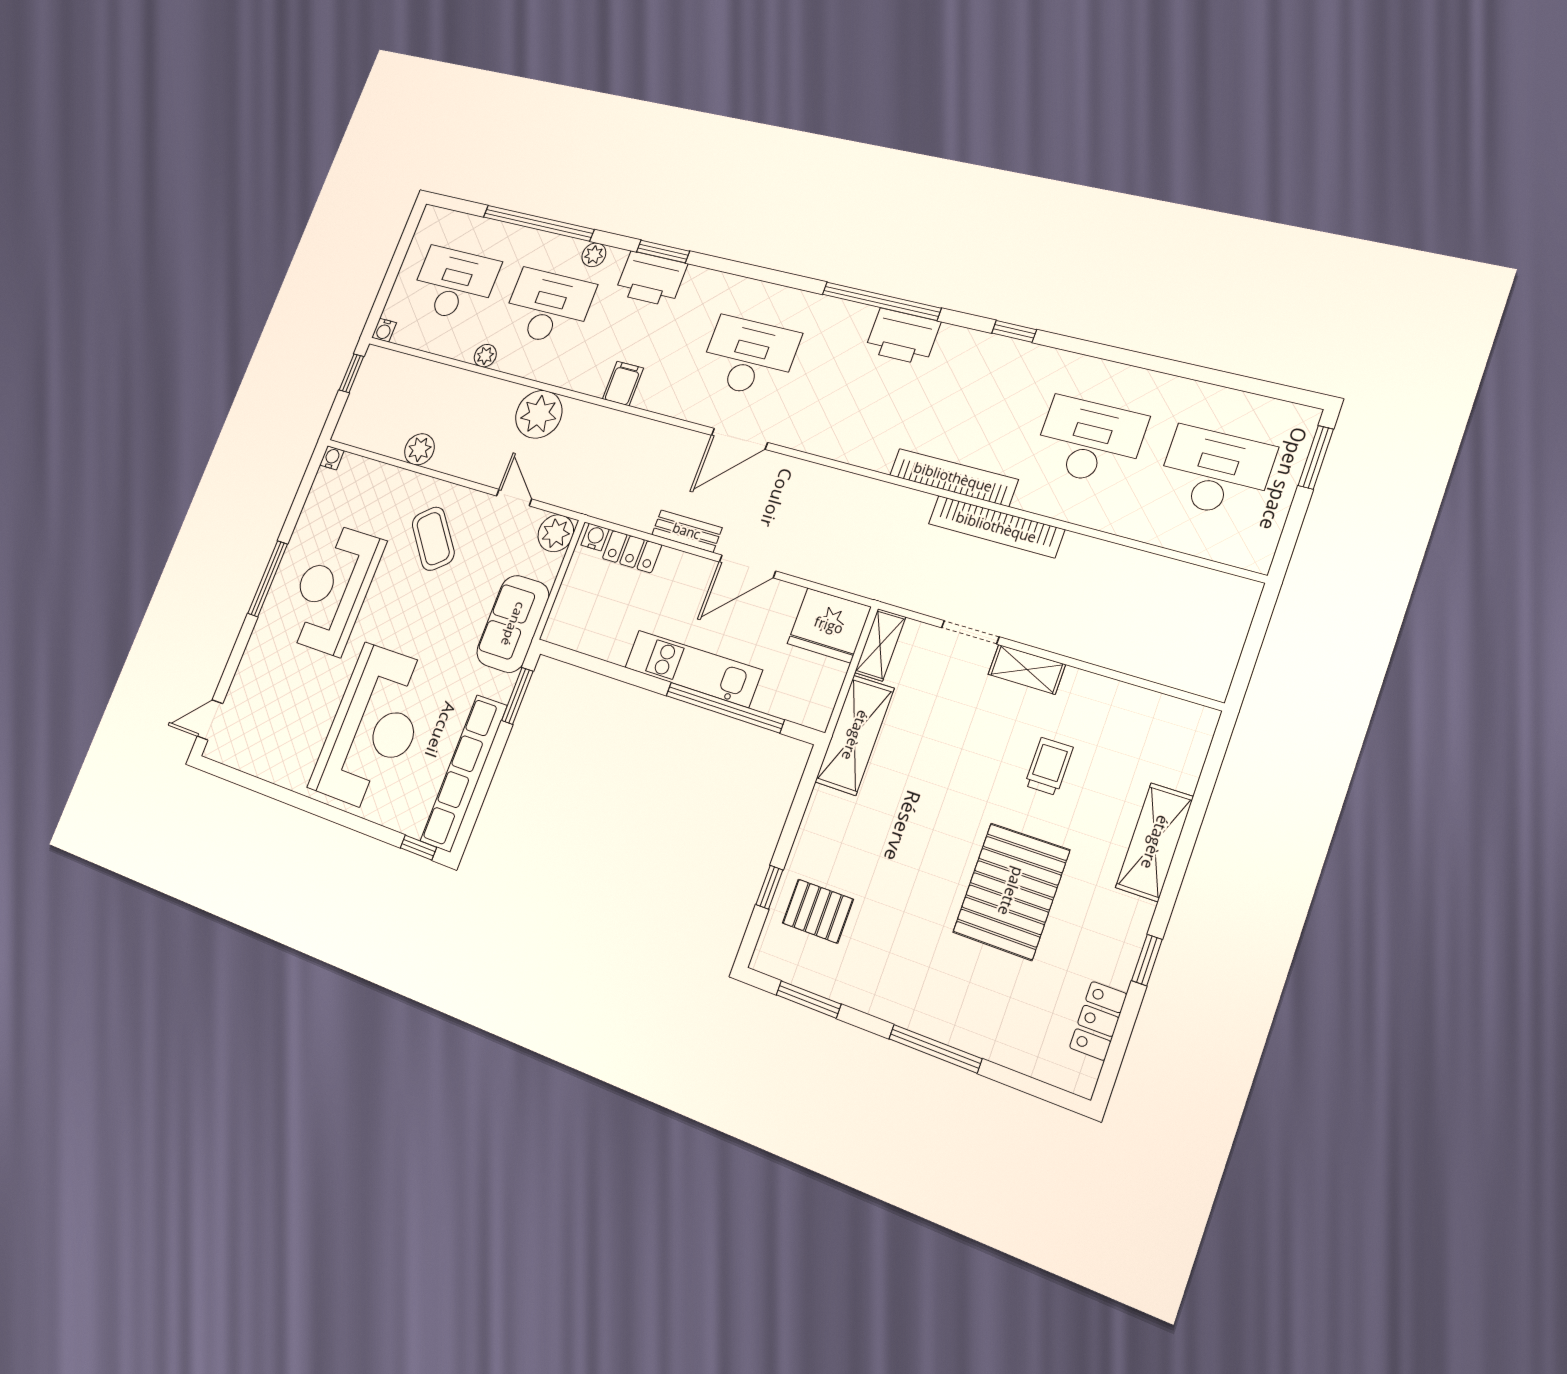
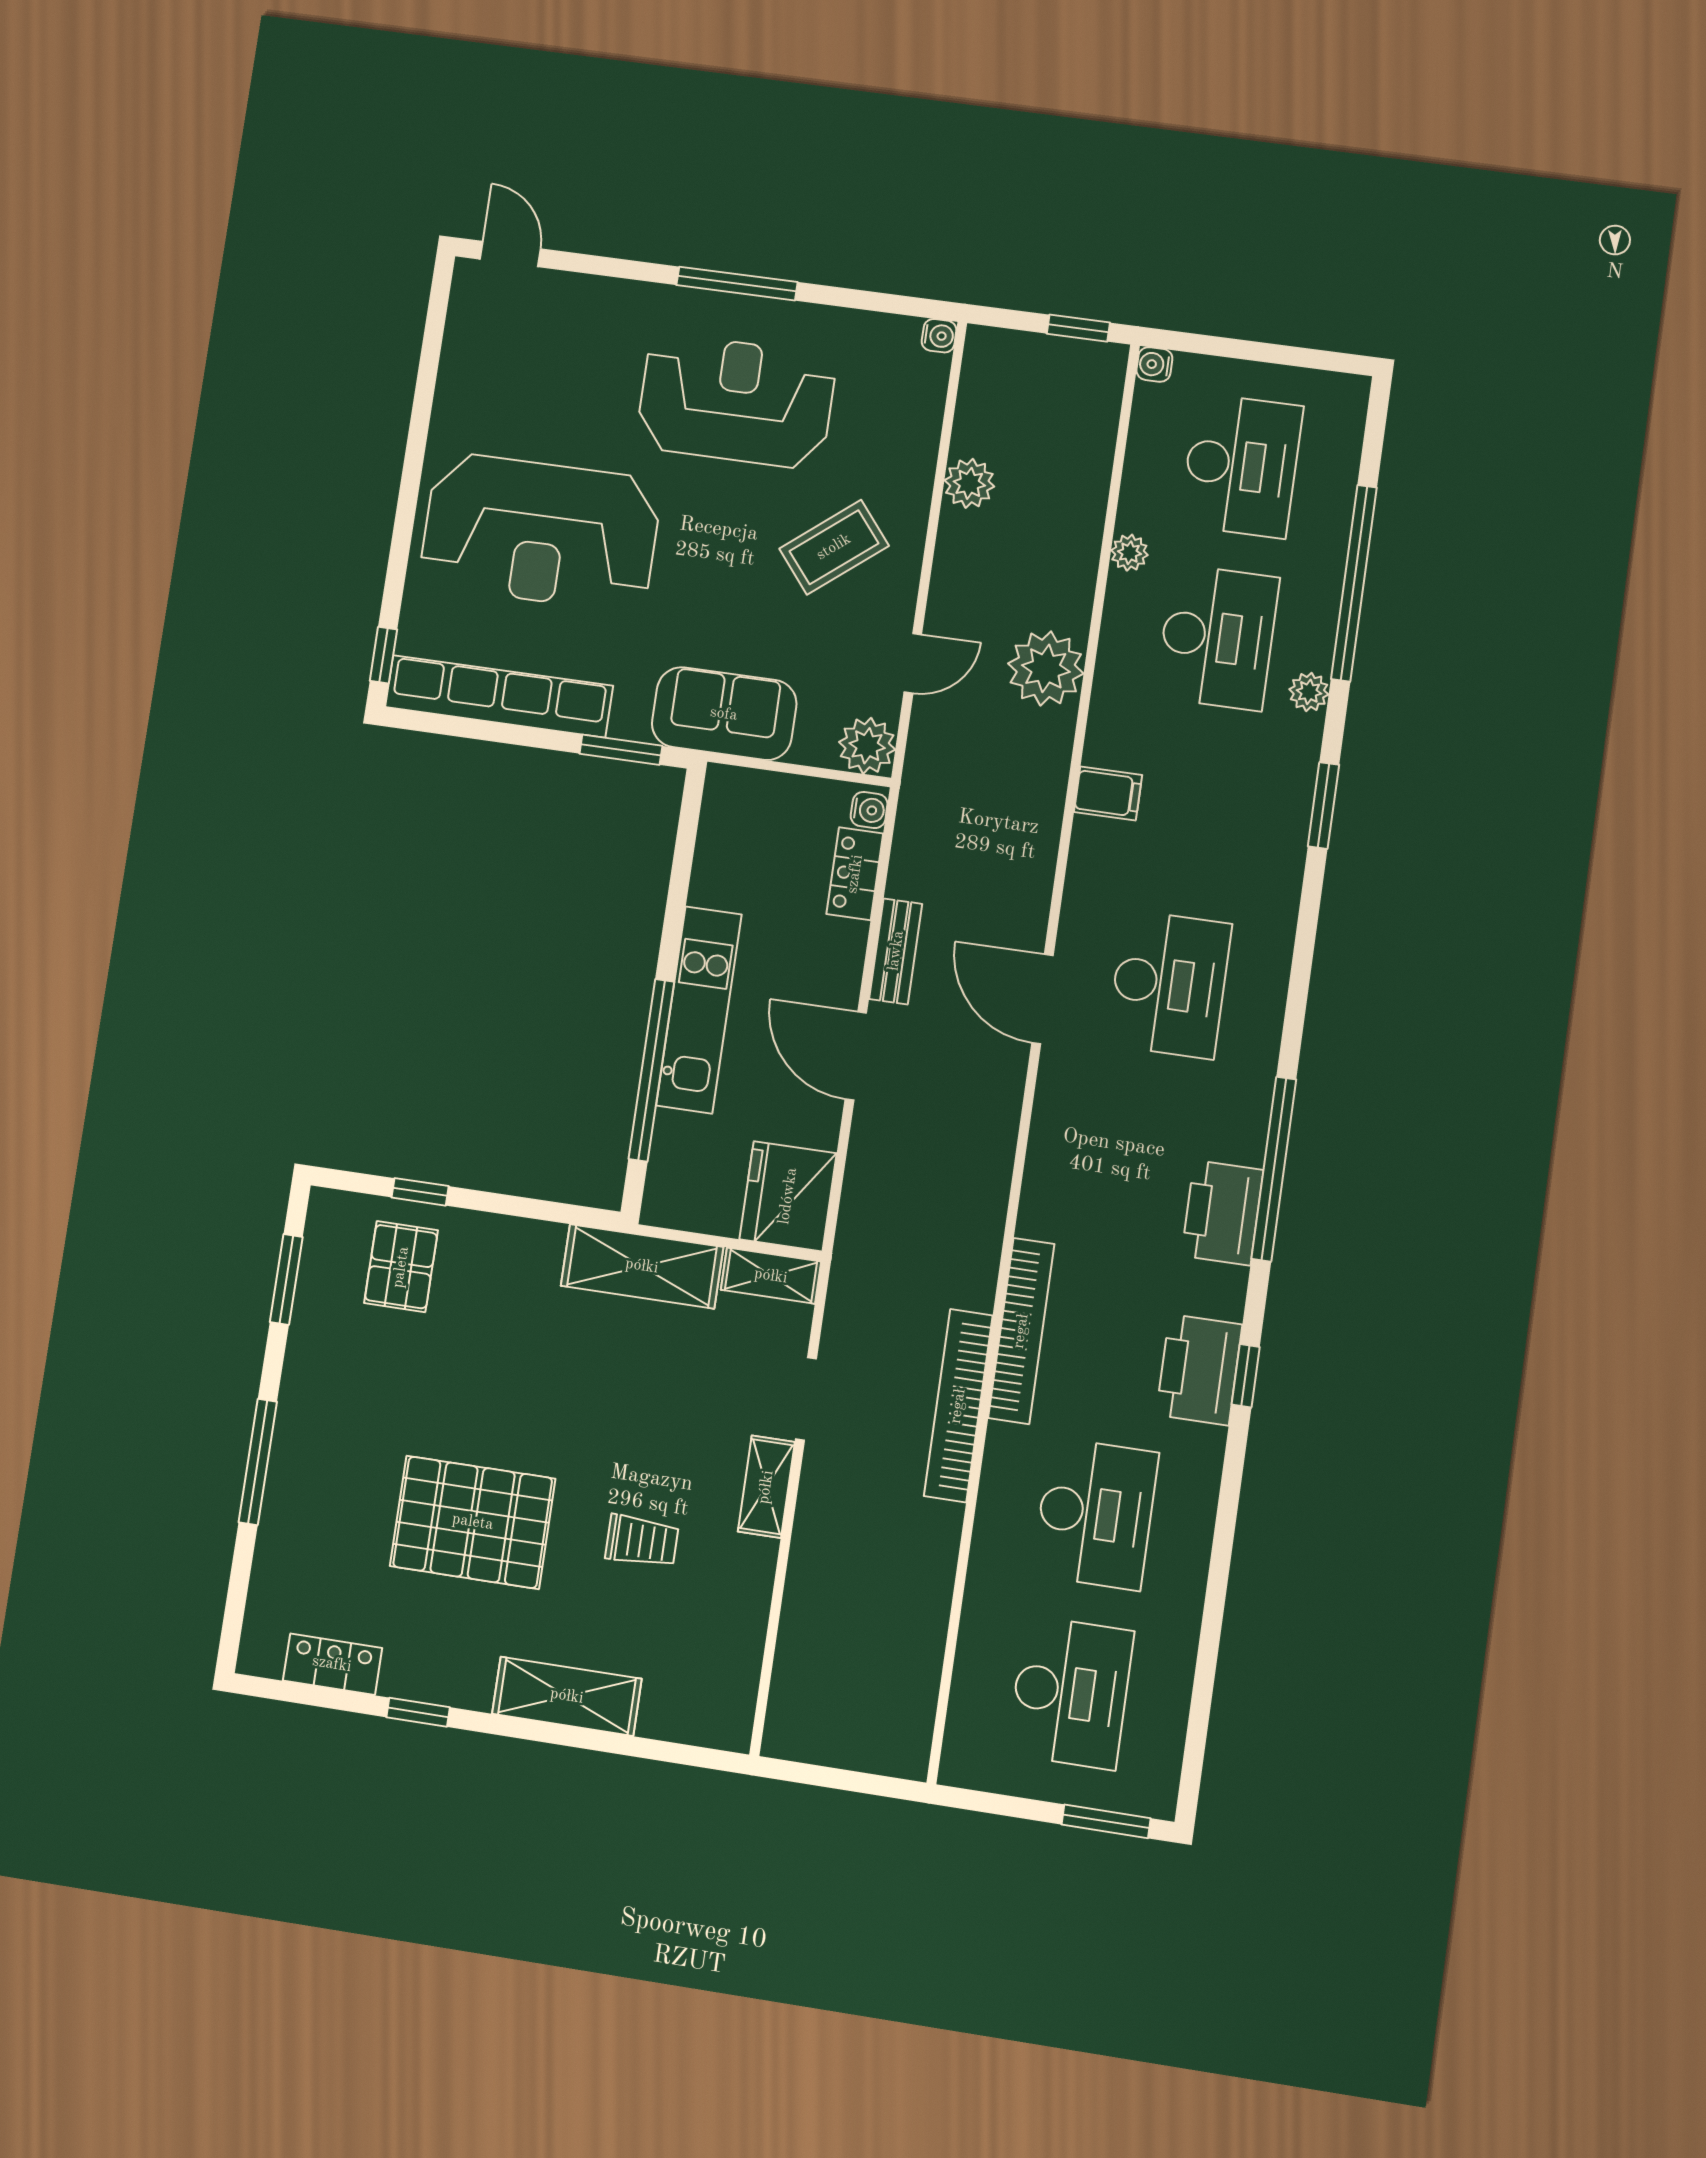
printer: (651, 279) -> (1199, 1370), moved

